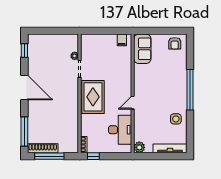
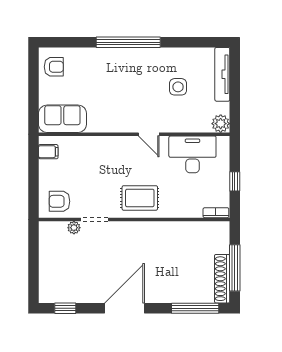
armchair: (91, 47) -> (60, 201), added
rug: (93, 97) -> (140, 198), width x0.73, depth x0.70
side table: (176, 119) -> (178, 87), moved
window: (93, 156) -> (235, 181), moved

